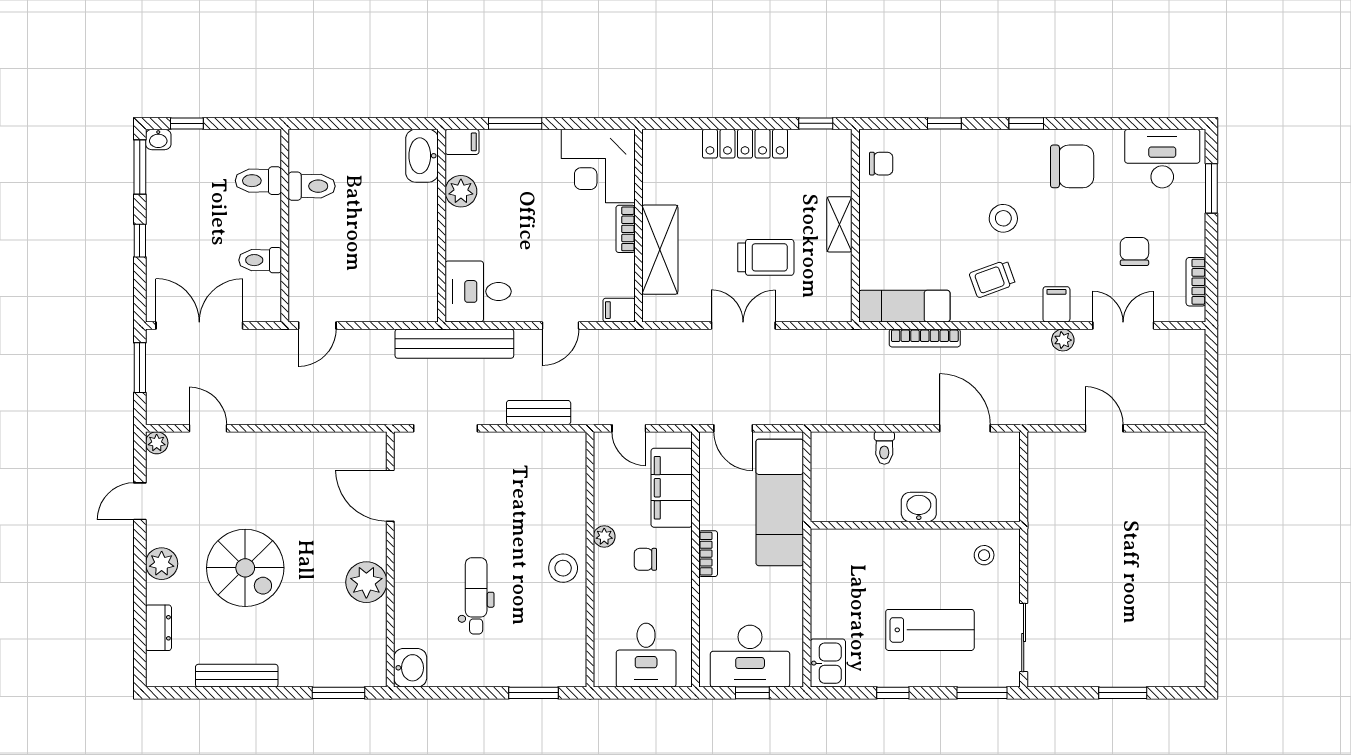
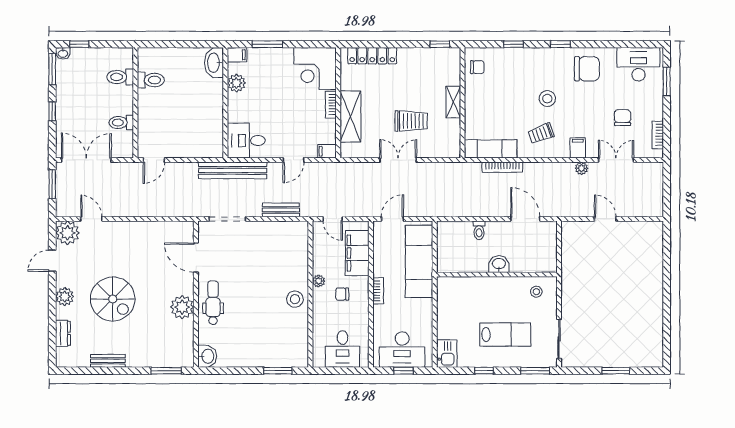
locker: (745, 144) -> (372, 56), moved
door: (733, 428) -> (392, 219), swing flipped
plant: (157, 443) -> (68, 233), width x1.87, depth x1.87
dental chair: (476, 596) -> (213, 303), moved
bench: (237, 676) -> (108, 361), width x0.73

